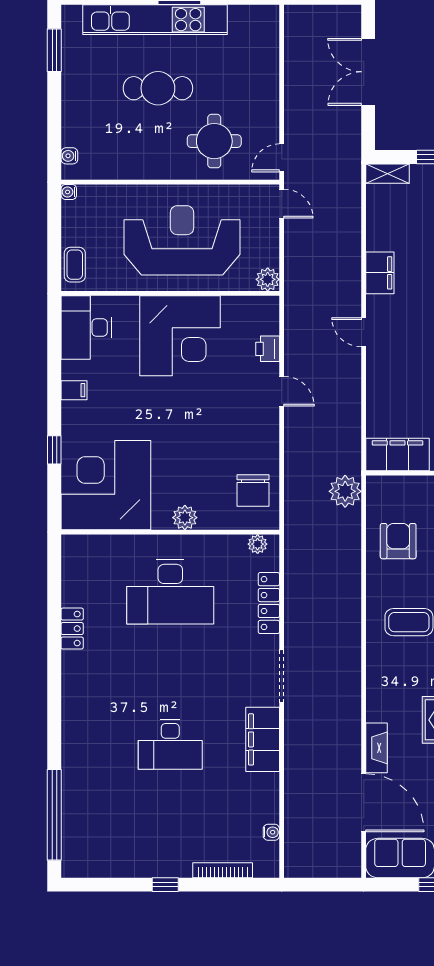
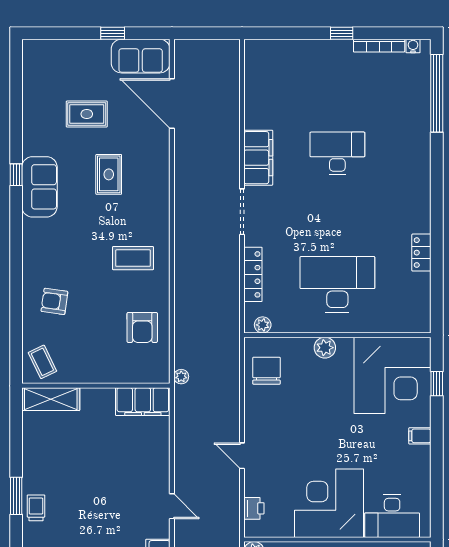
desk: (86, 328) -> (392, 516), moved, turned 90
printer: (268, 349) -> (254, 508), moved
filing cabinet: (74, 390) -> (420, 436), moved
window: (54, 450) -> (437, 384), moved
plant: (345, 491) -> (181, 377), width x0.53, depth x0.53
fireplace: (376, 748) -> (161, 150), removed
water cooler: (271, 832) -> (413, 46), moved, turned 90
bookcase: (223, 870) -> (379, 46), moved

